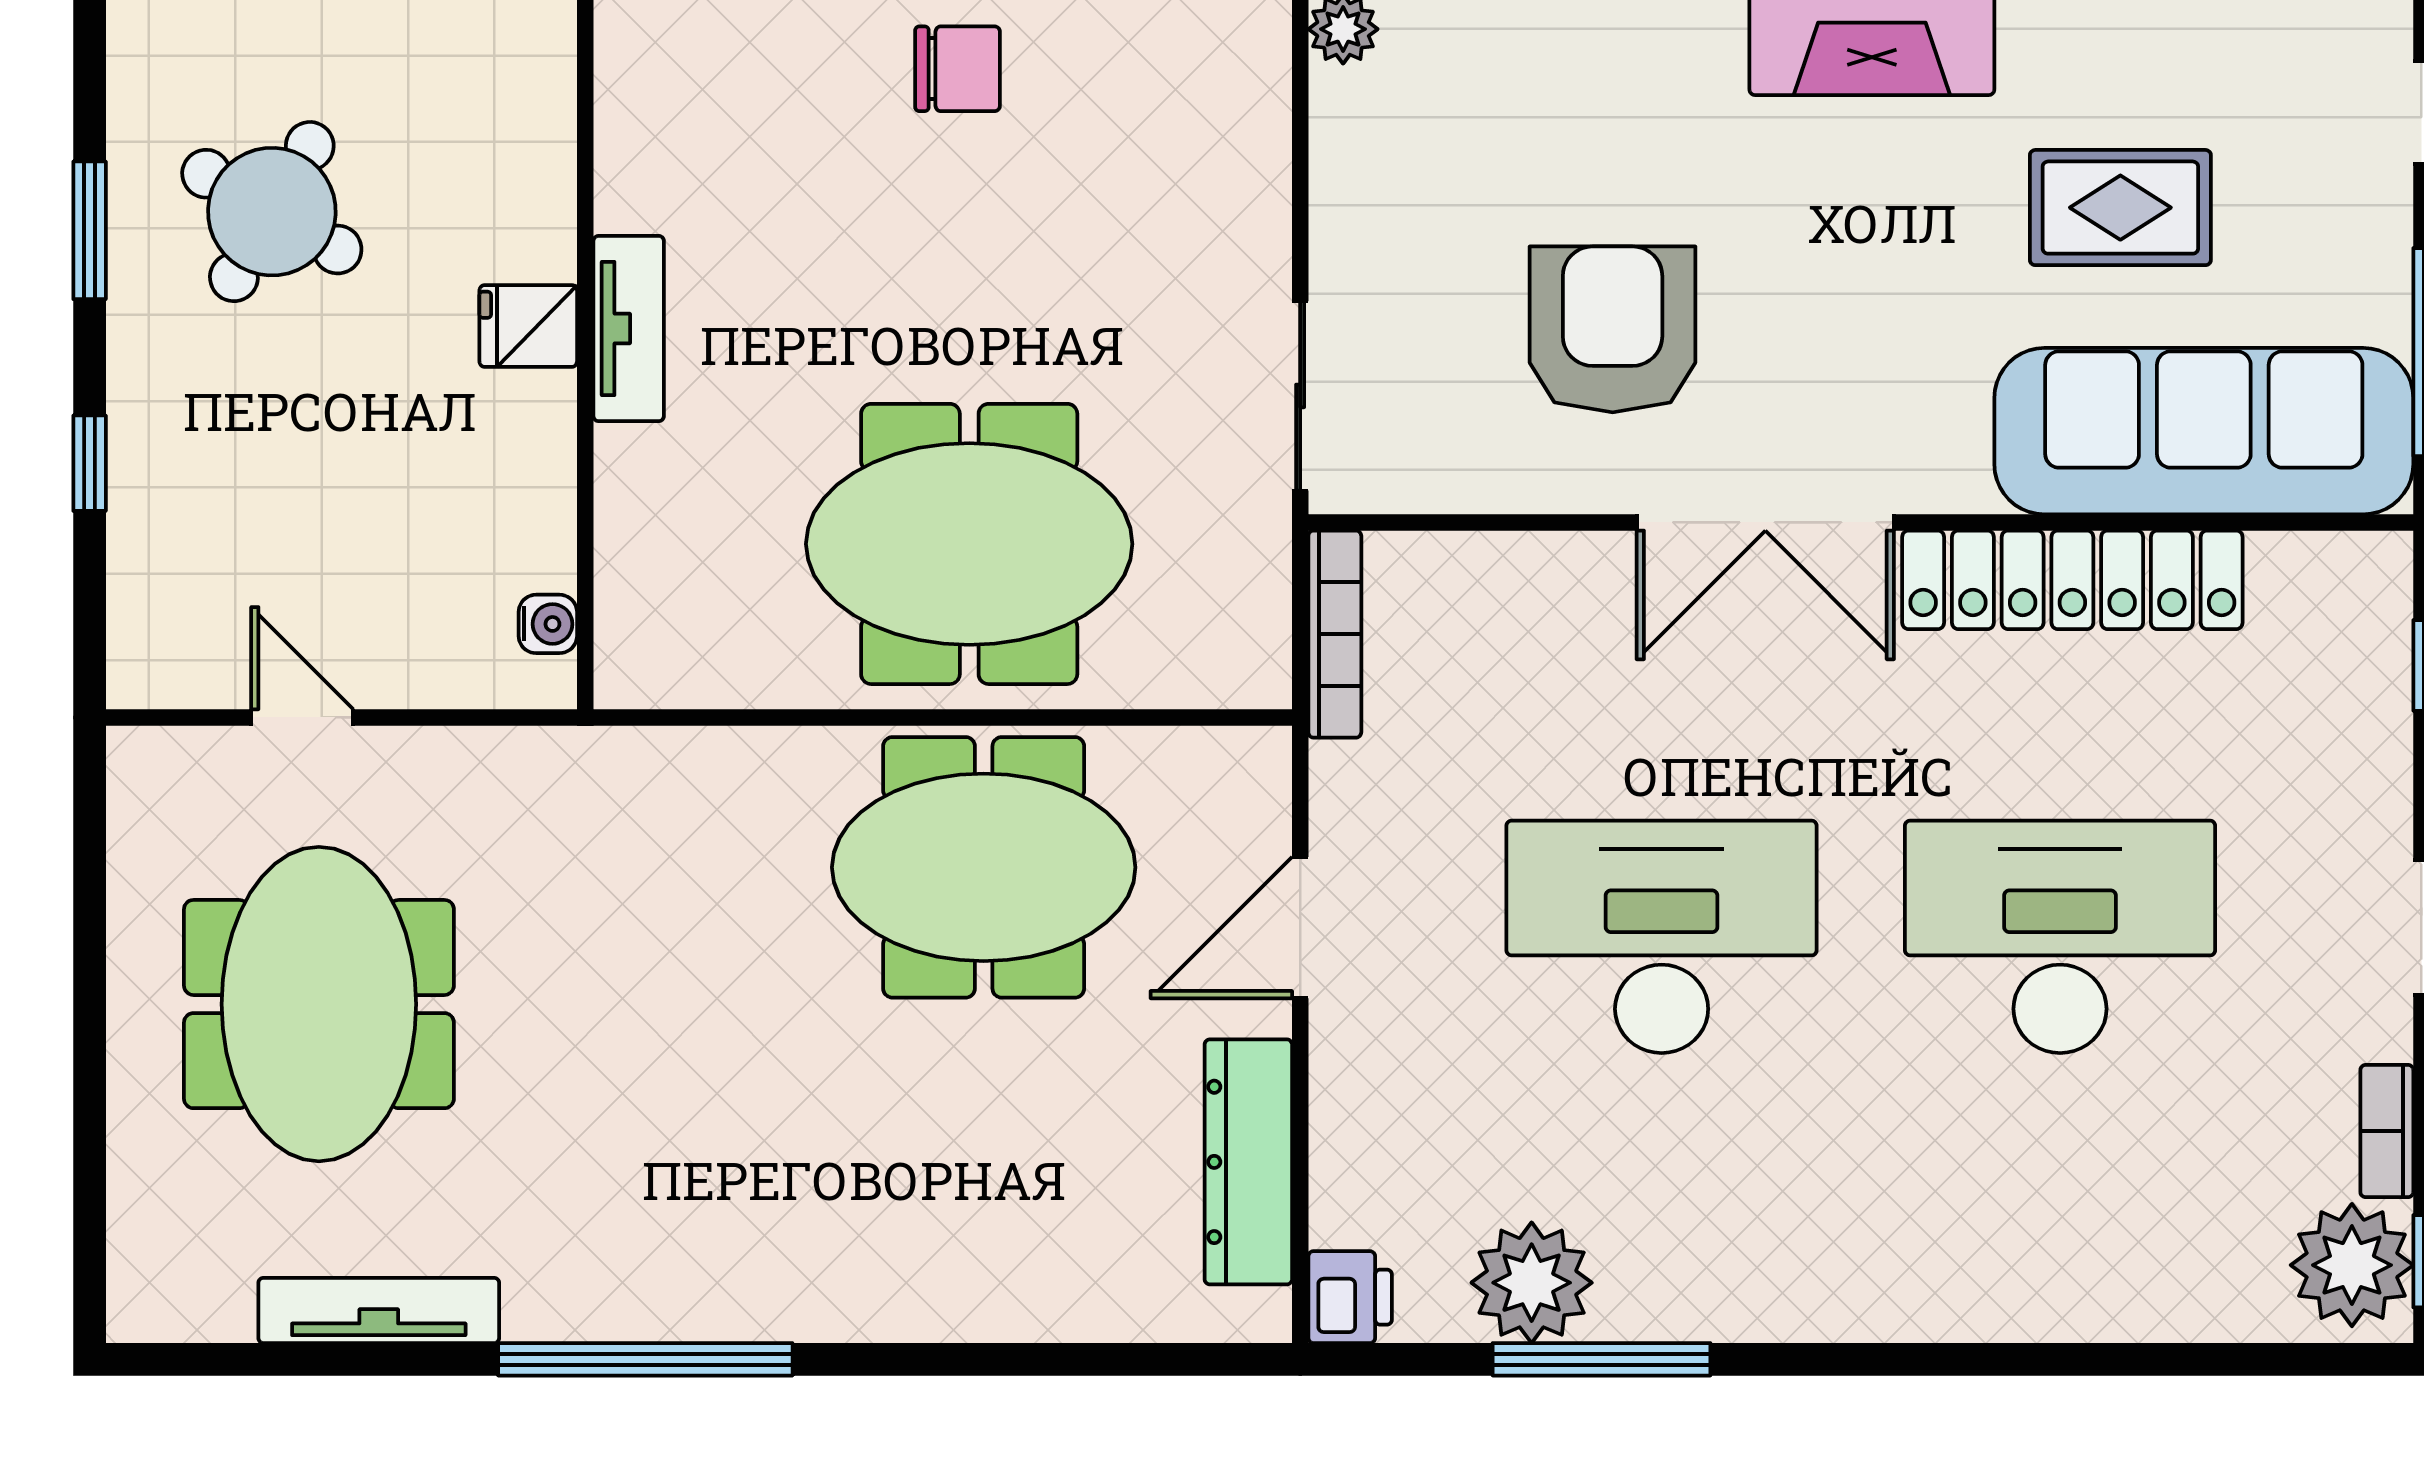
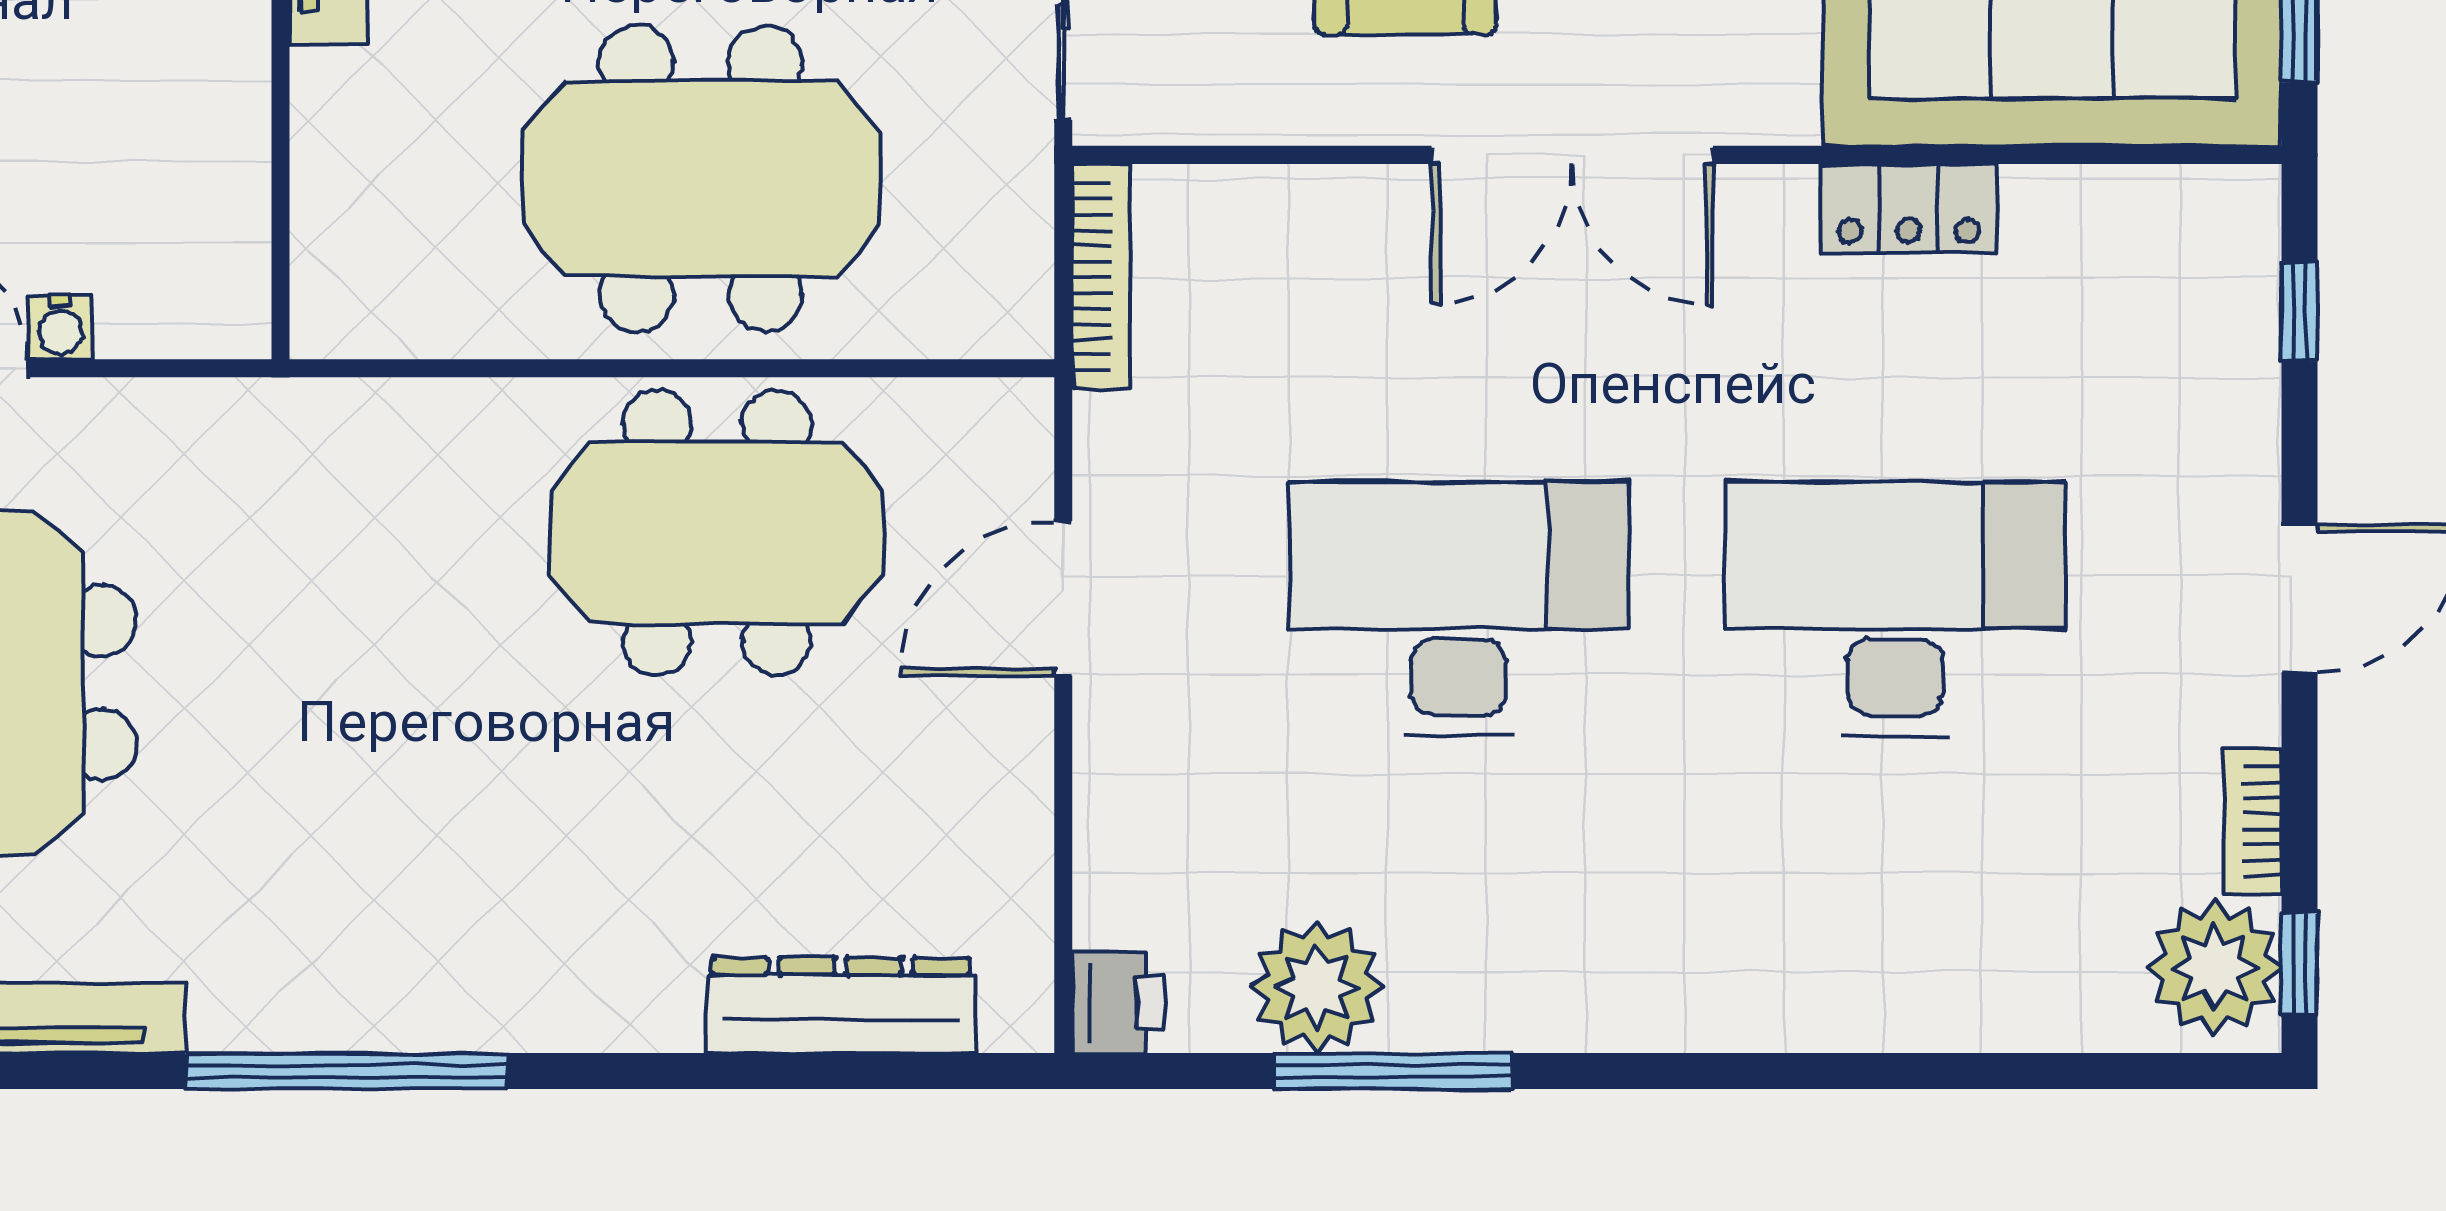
locker: (2072, 580) -> (1908, 208), width x0.46, depth x0.83
water cooler: (548, 624) -> (61, 327), moved, turned 90
dresser: (1248, 1162) -> (840, 1005), moved, turned 90

